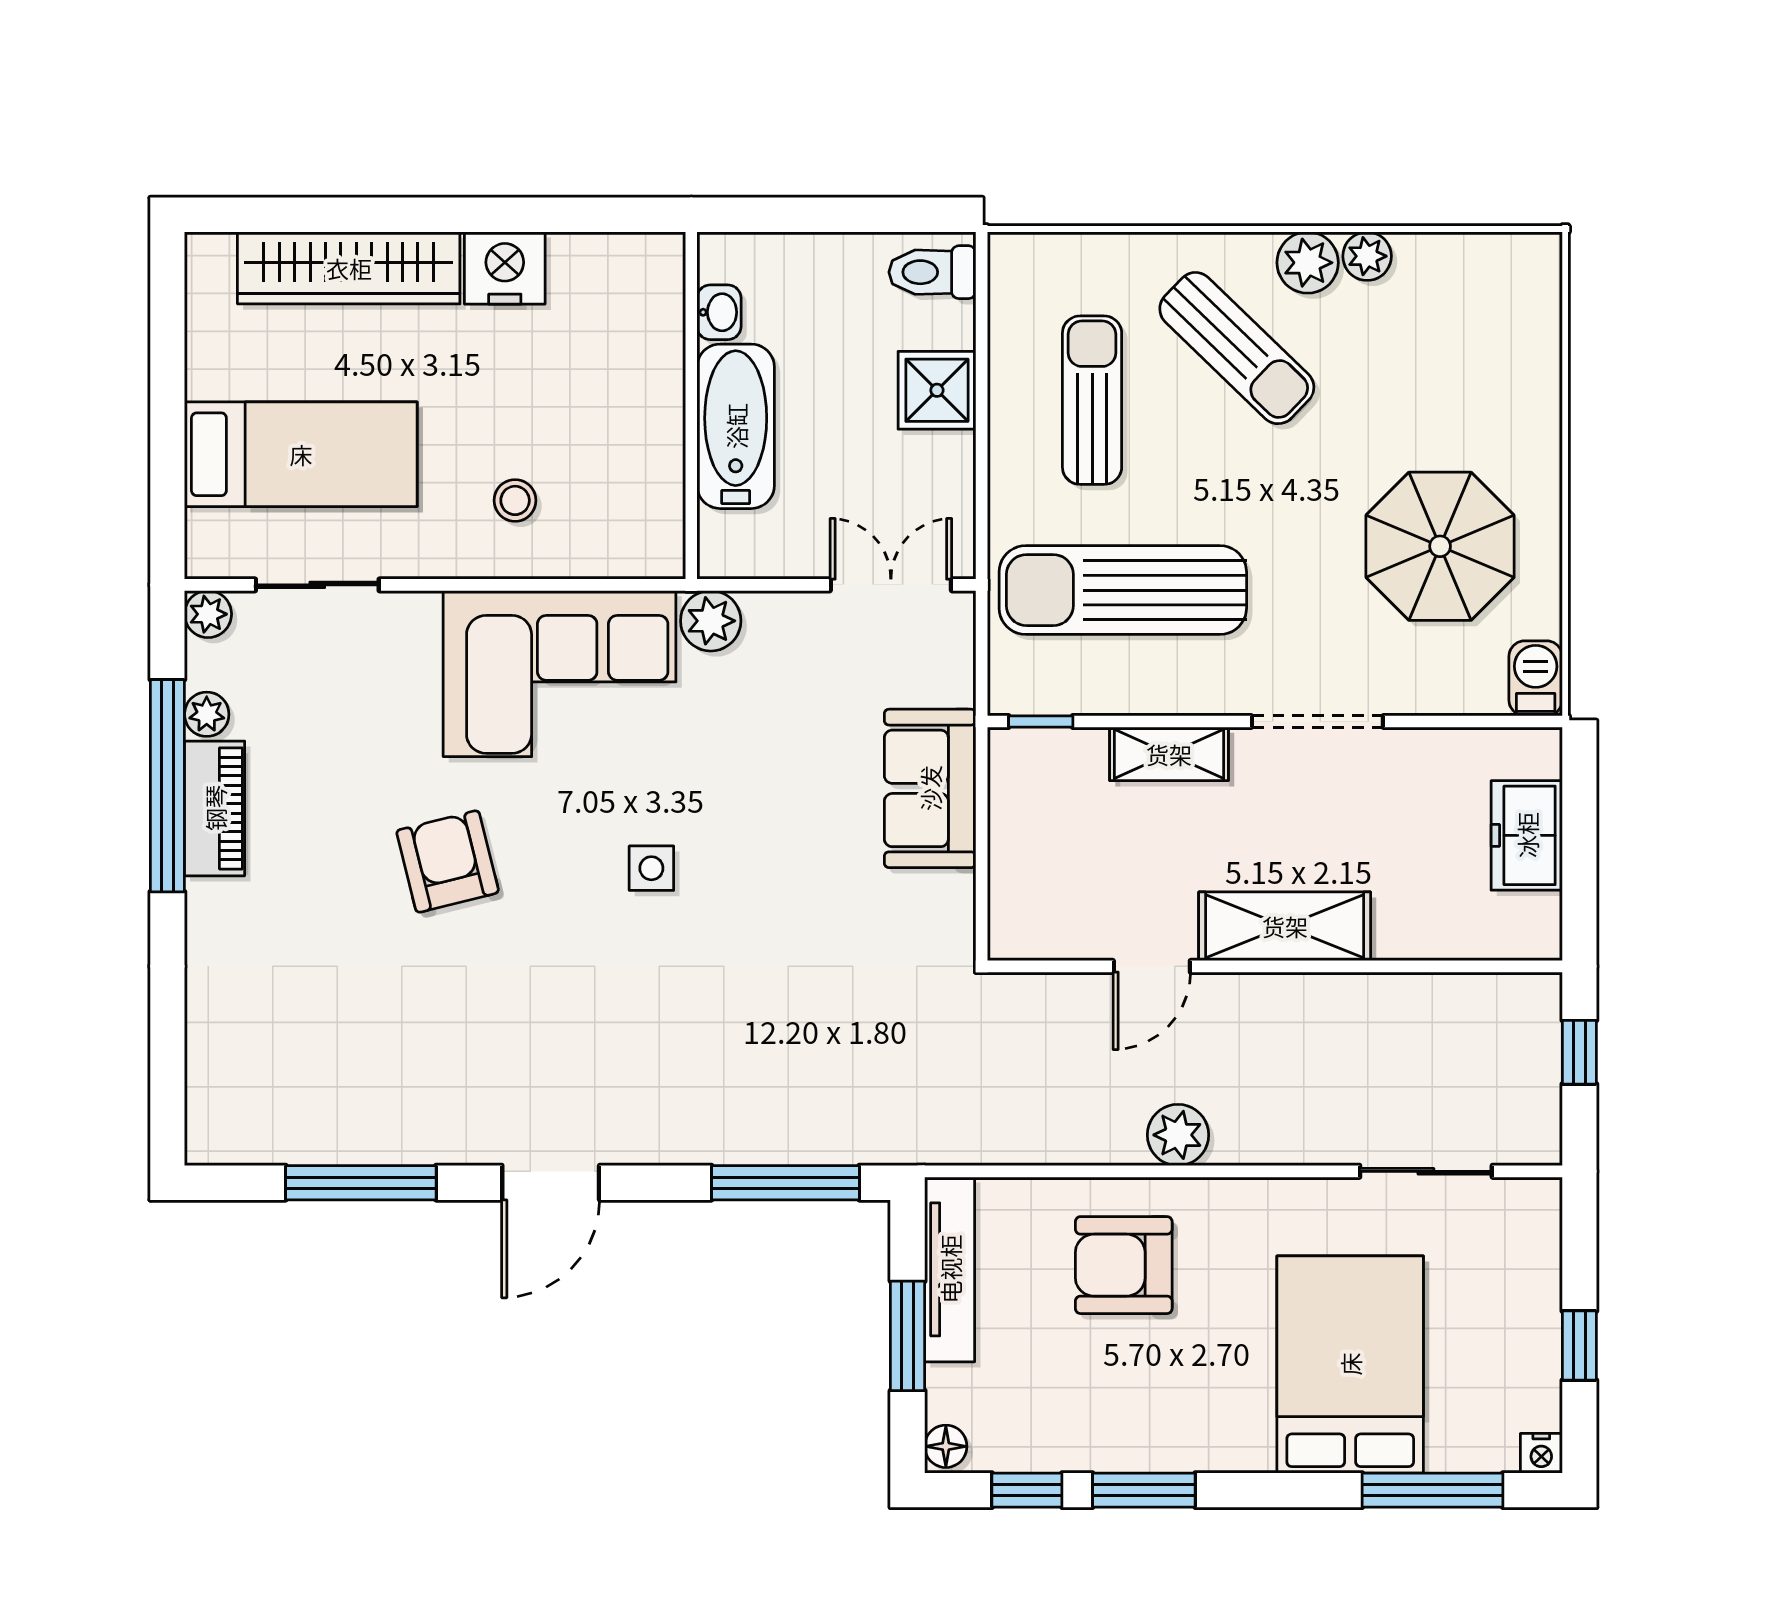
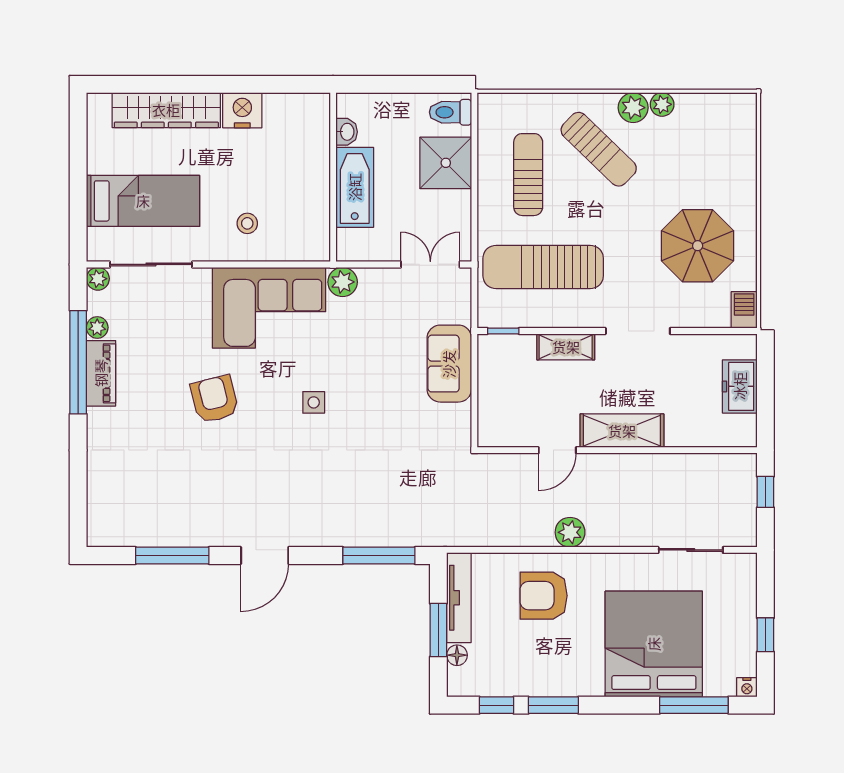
shower: (937, 390) -> (446, 163), width x1.36, depth x1.36
sliding door: (317, 585) -> (151, 264), width x1.37
bed: (1350, 1364) -> (654, 644), width x1.36
floor lamp: (946, 1446) -> (457, 655), moved

